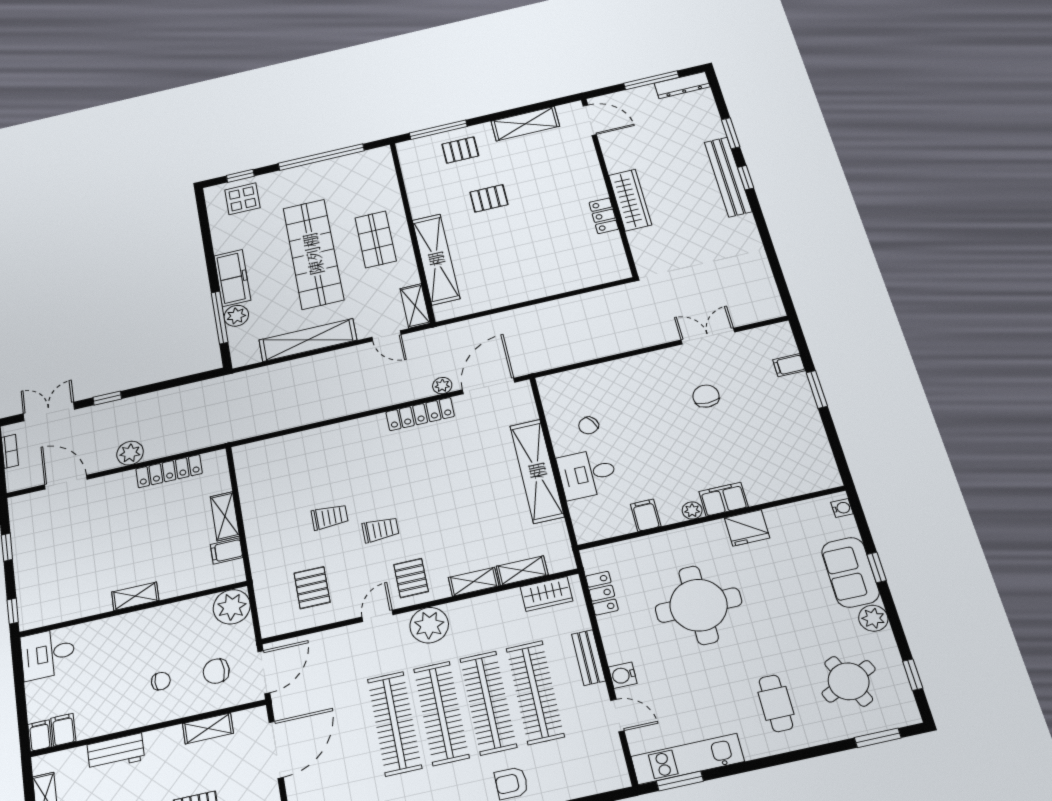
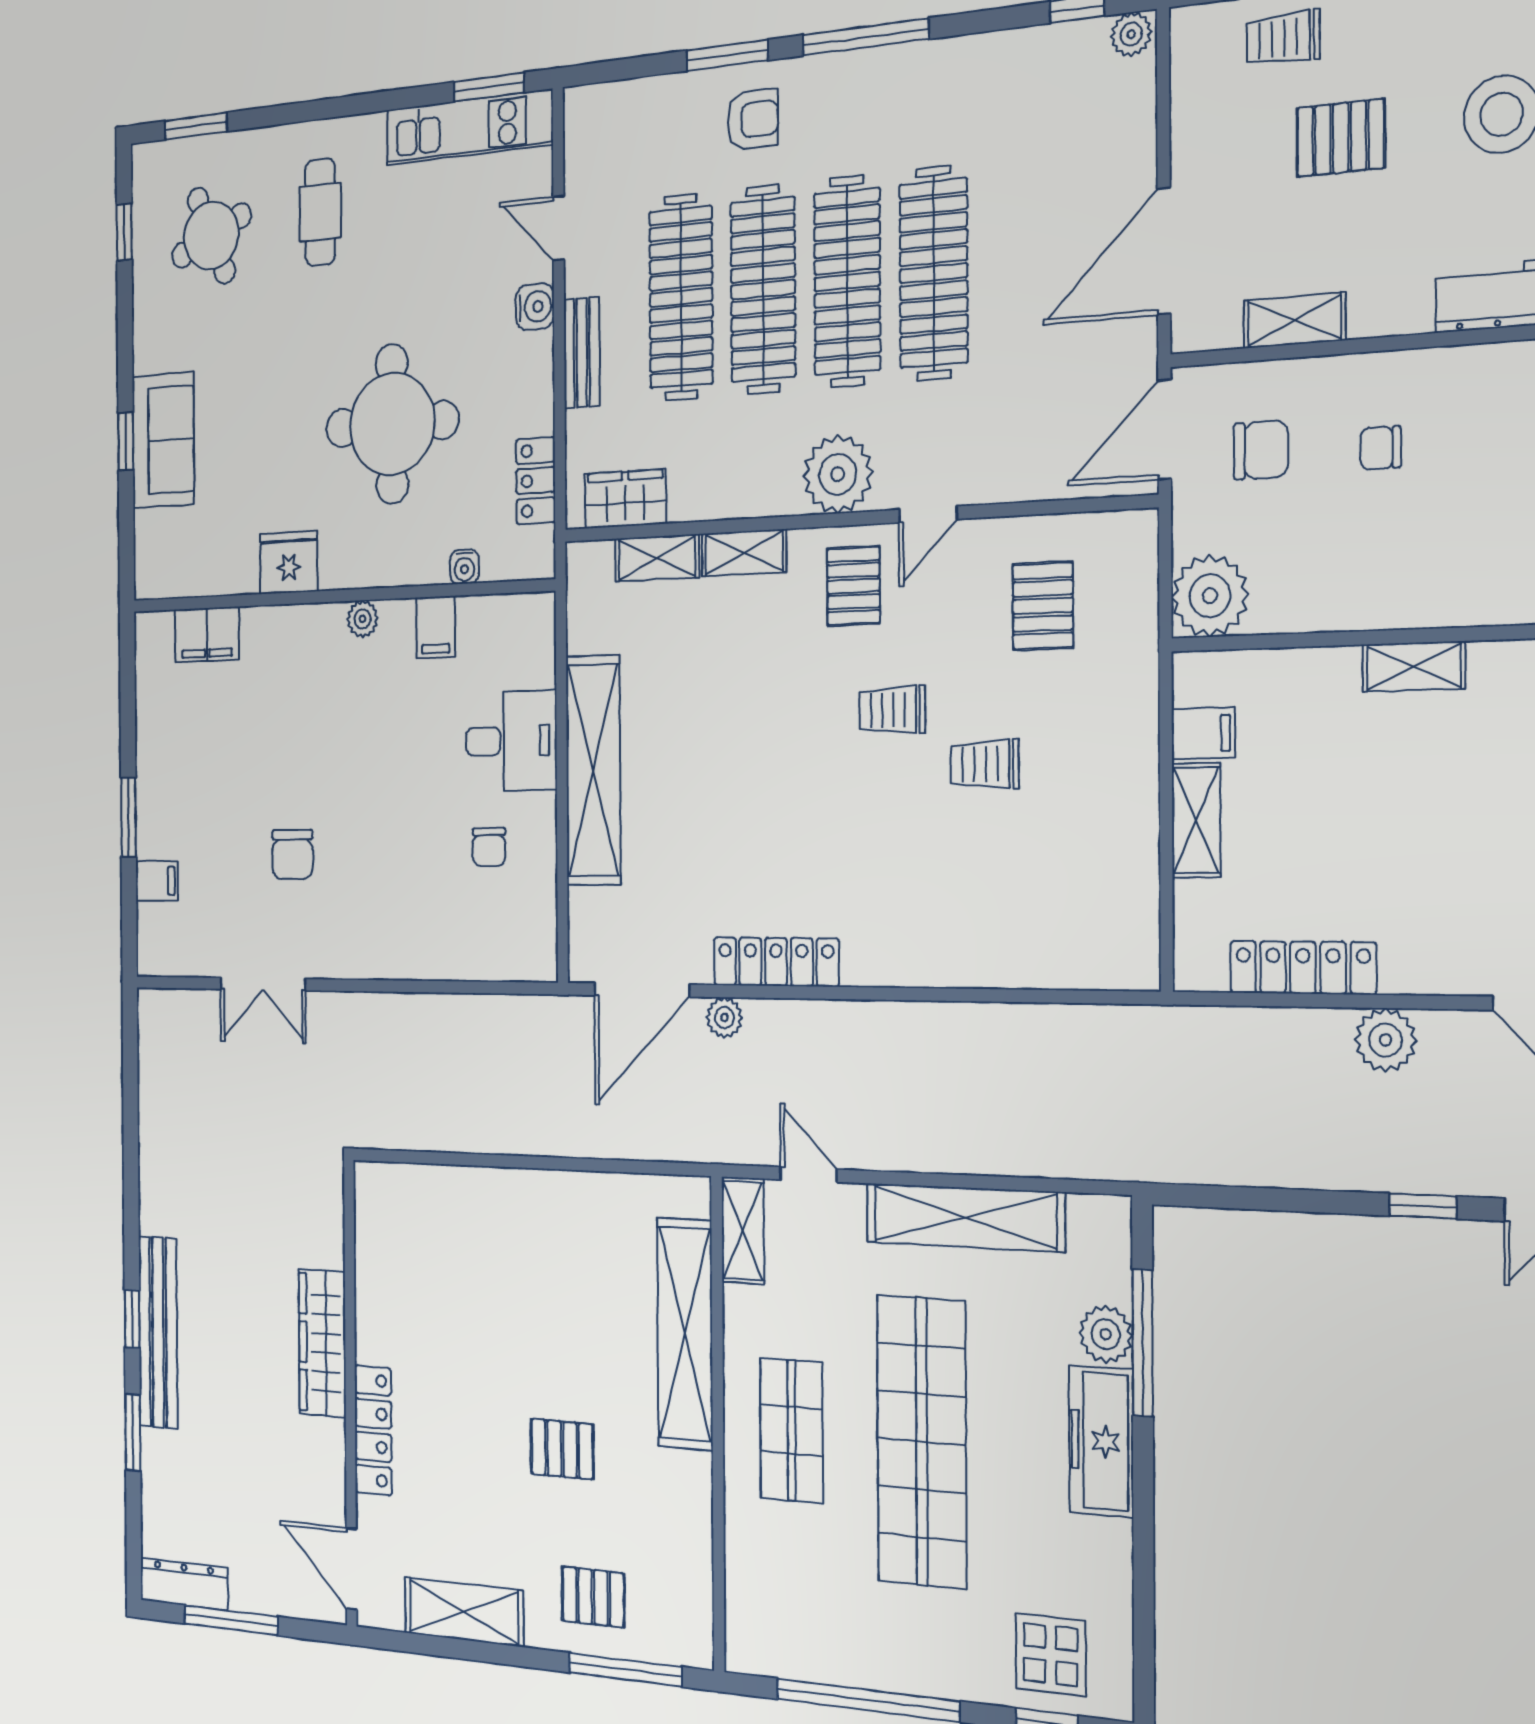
locker: (604, 216) -> (373, 1430), moved, width x1.53
chair: (589, 425) -> (489, 847), turned 122
filing cabinet: (723, 499) -> (207, 635), moved
water cooler: (842, 508) -> (464, 567), moved, turned -90
plant: (873, 618) -> (152, 346), removed

